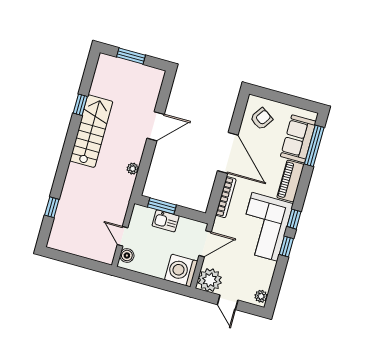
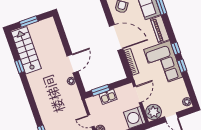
door: (156, 126) -> (72, 64), moved
stairs: (91, 131) -> (26, 50), moved

